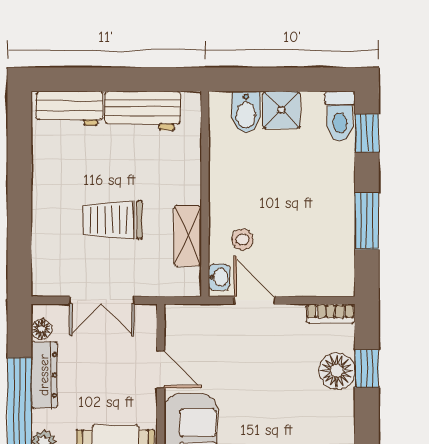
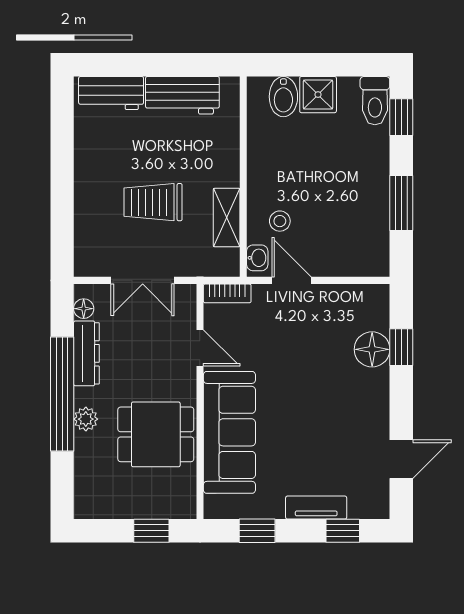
bookcase: (331, 314) -> (227, 293), moved

